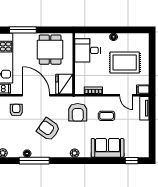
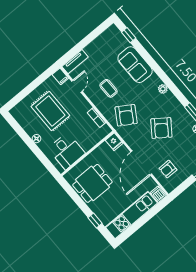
window: (23, 30) -> (95, 221), width x0.46
fridge: (64, 84) -> (114, 142), width x0.53, depth x0.75
armchair: (78, 112) -> (126, 115), turned 122

